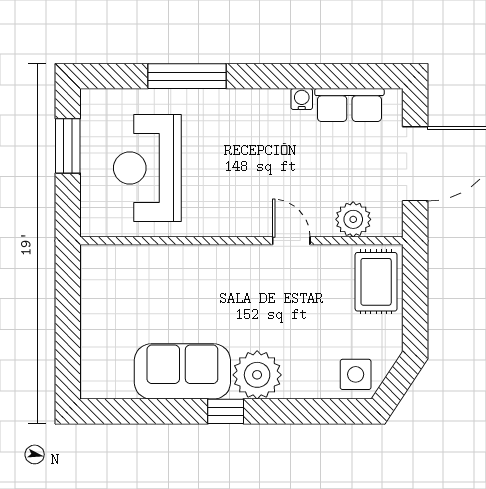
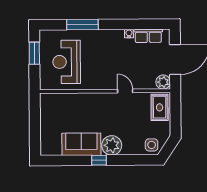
plant: (353, 219) -> (163, 82), moved

